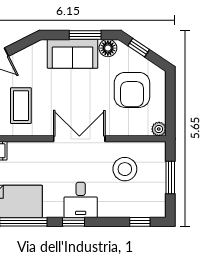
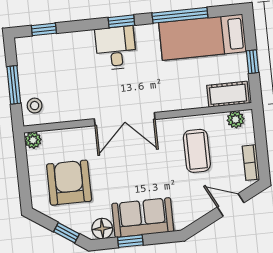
window: (85, 35) -> (130, 241), width x0.67
stool: (125, 169) -> (35, 106), moved, width x0.53, depth x0.53

